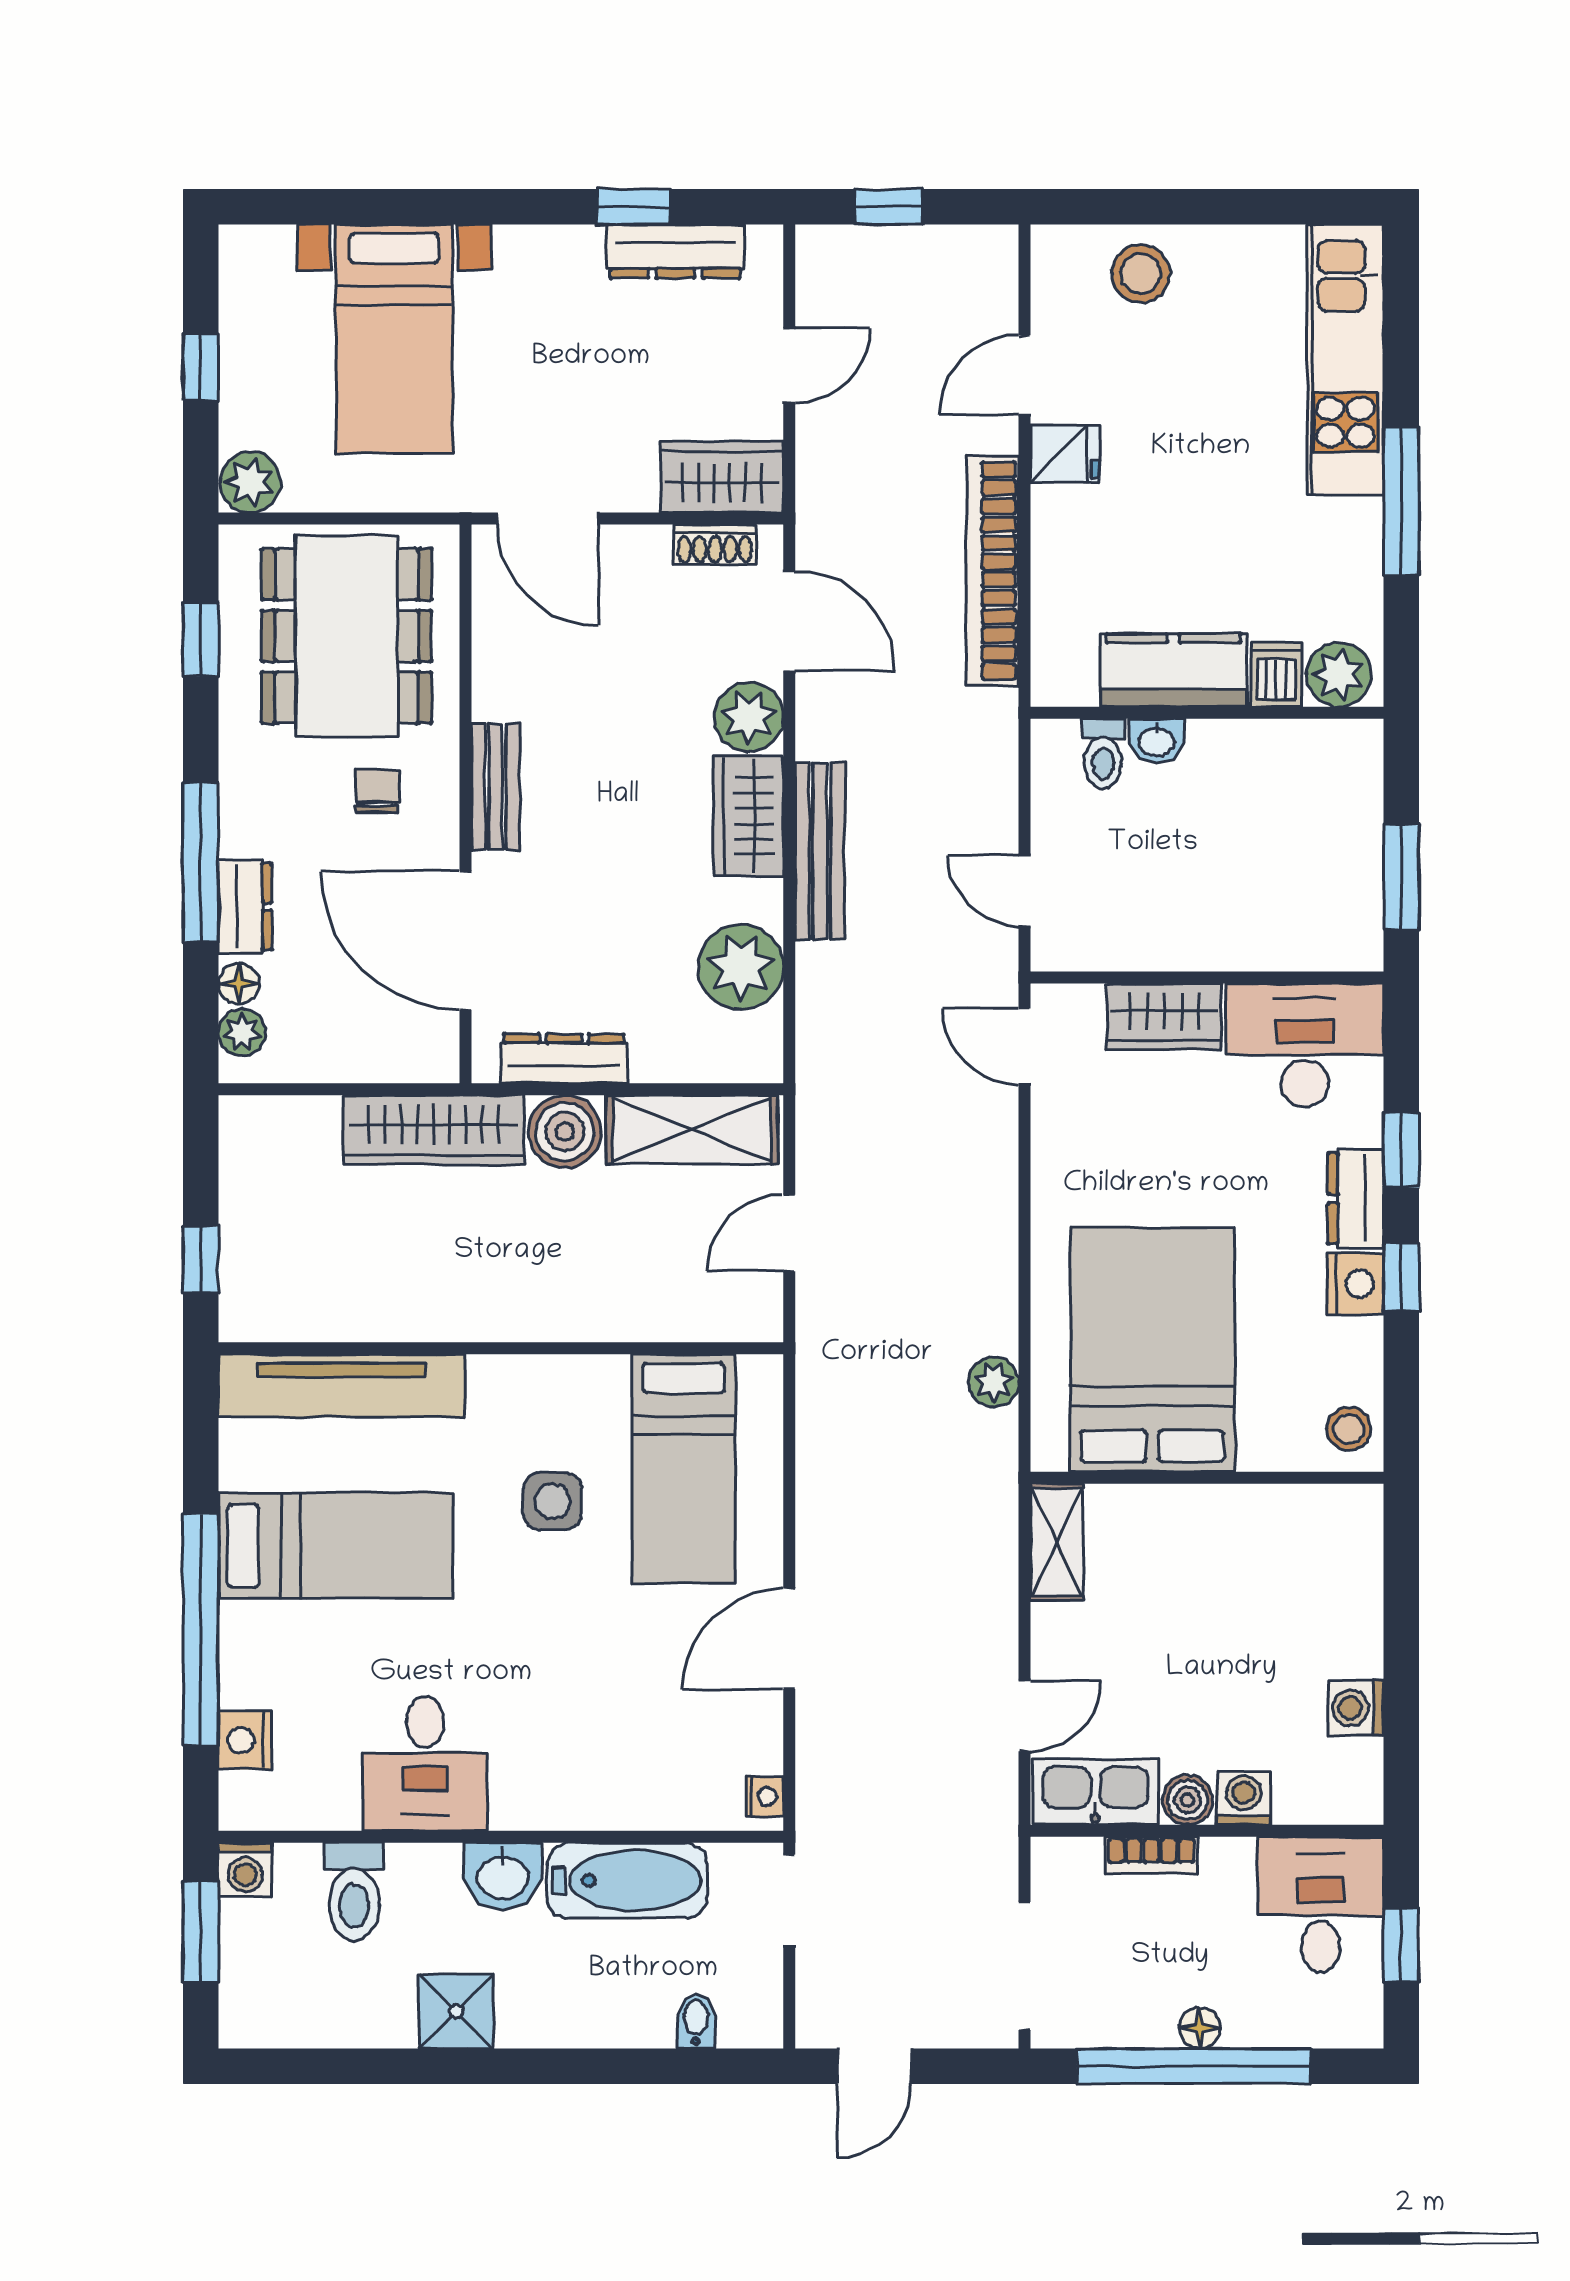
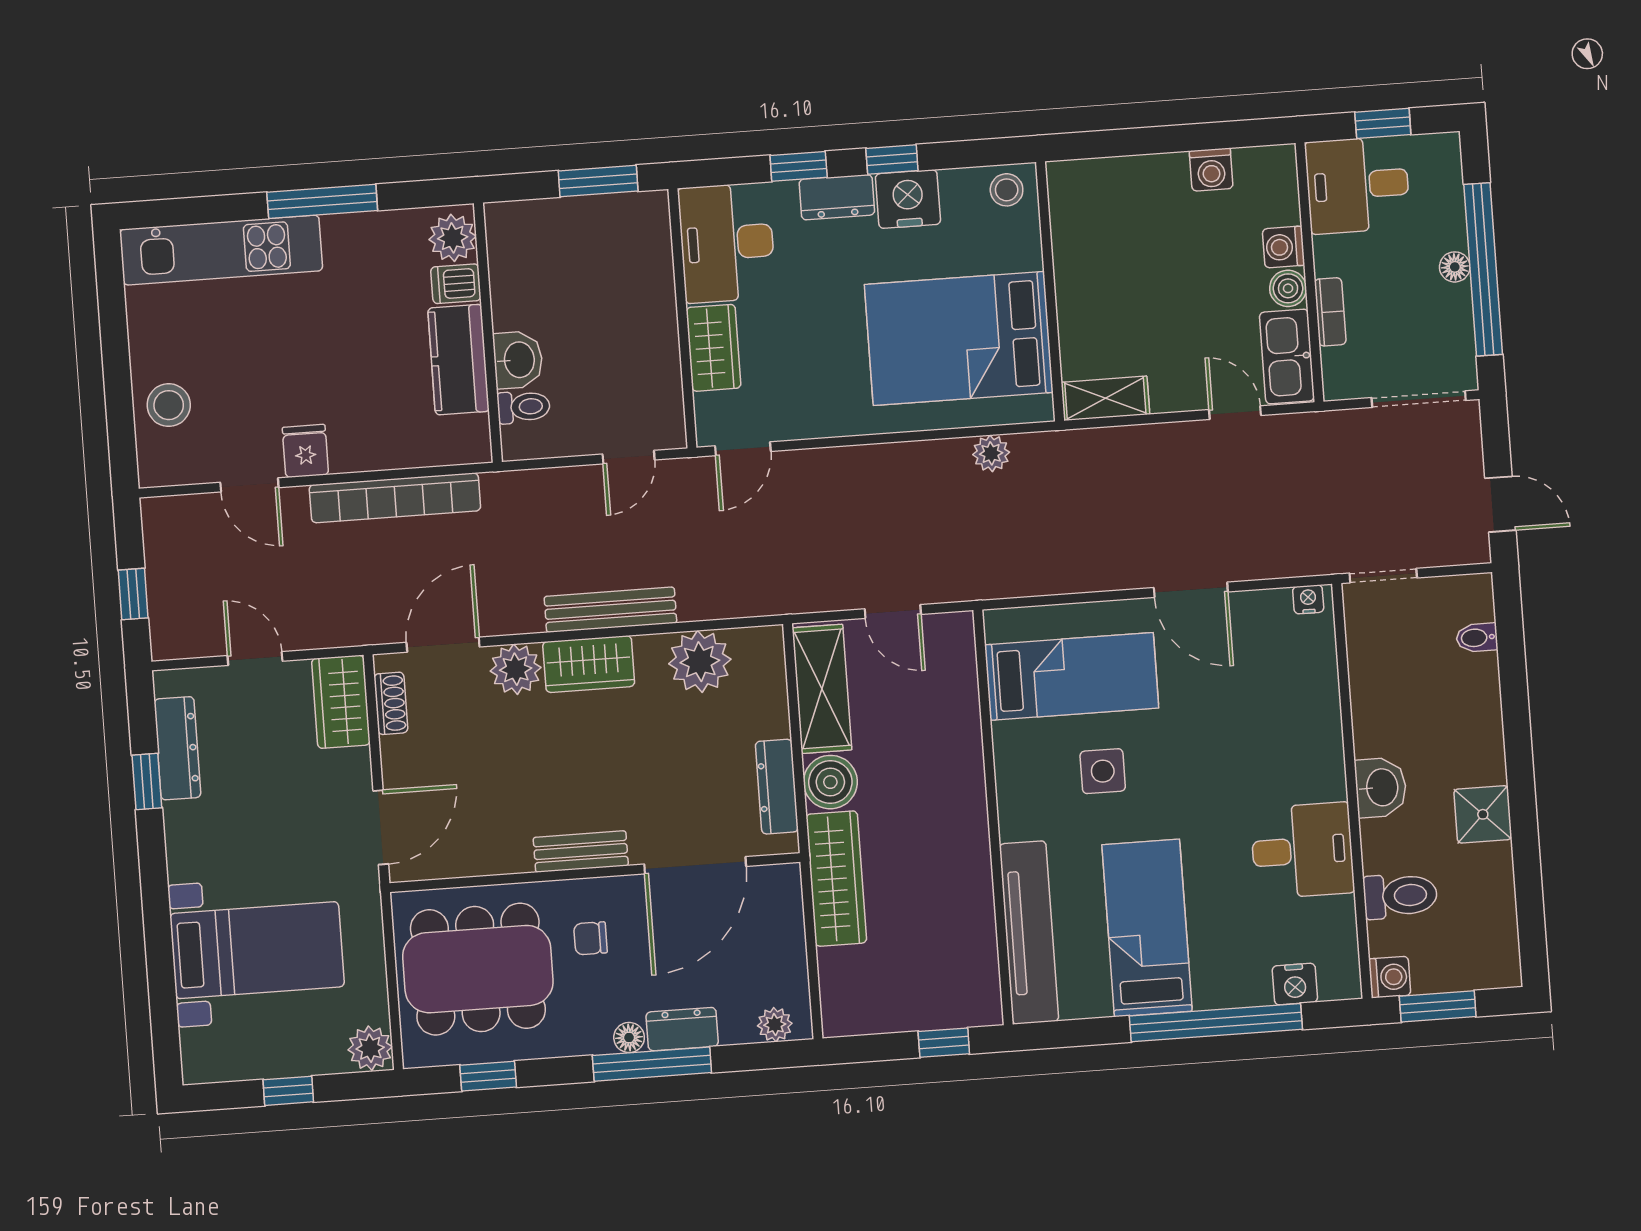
washbasin: (1157, 741) -> (518, 360), width x1.38, depth x1.45
floor lamp: (239, 983) -> (629, 1037), moved
nightstand: (1355, 1284) -> (908, 199), width x1.36, depth x1.33
bathtub: (627, 1880) -> (1377, 696), removed

